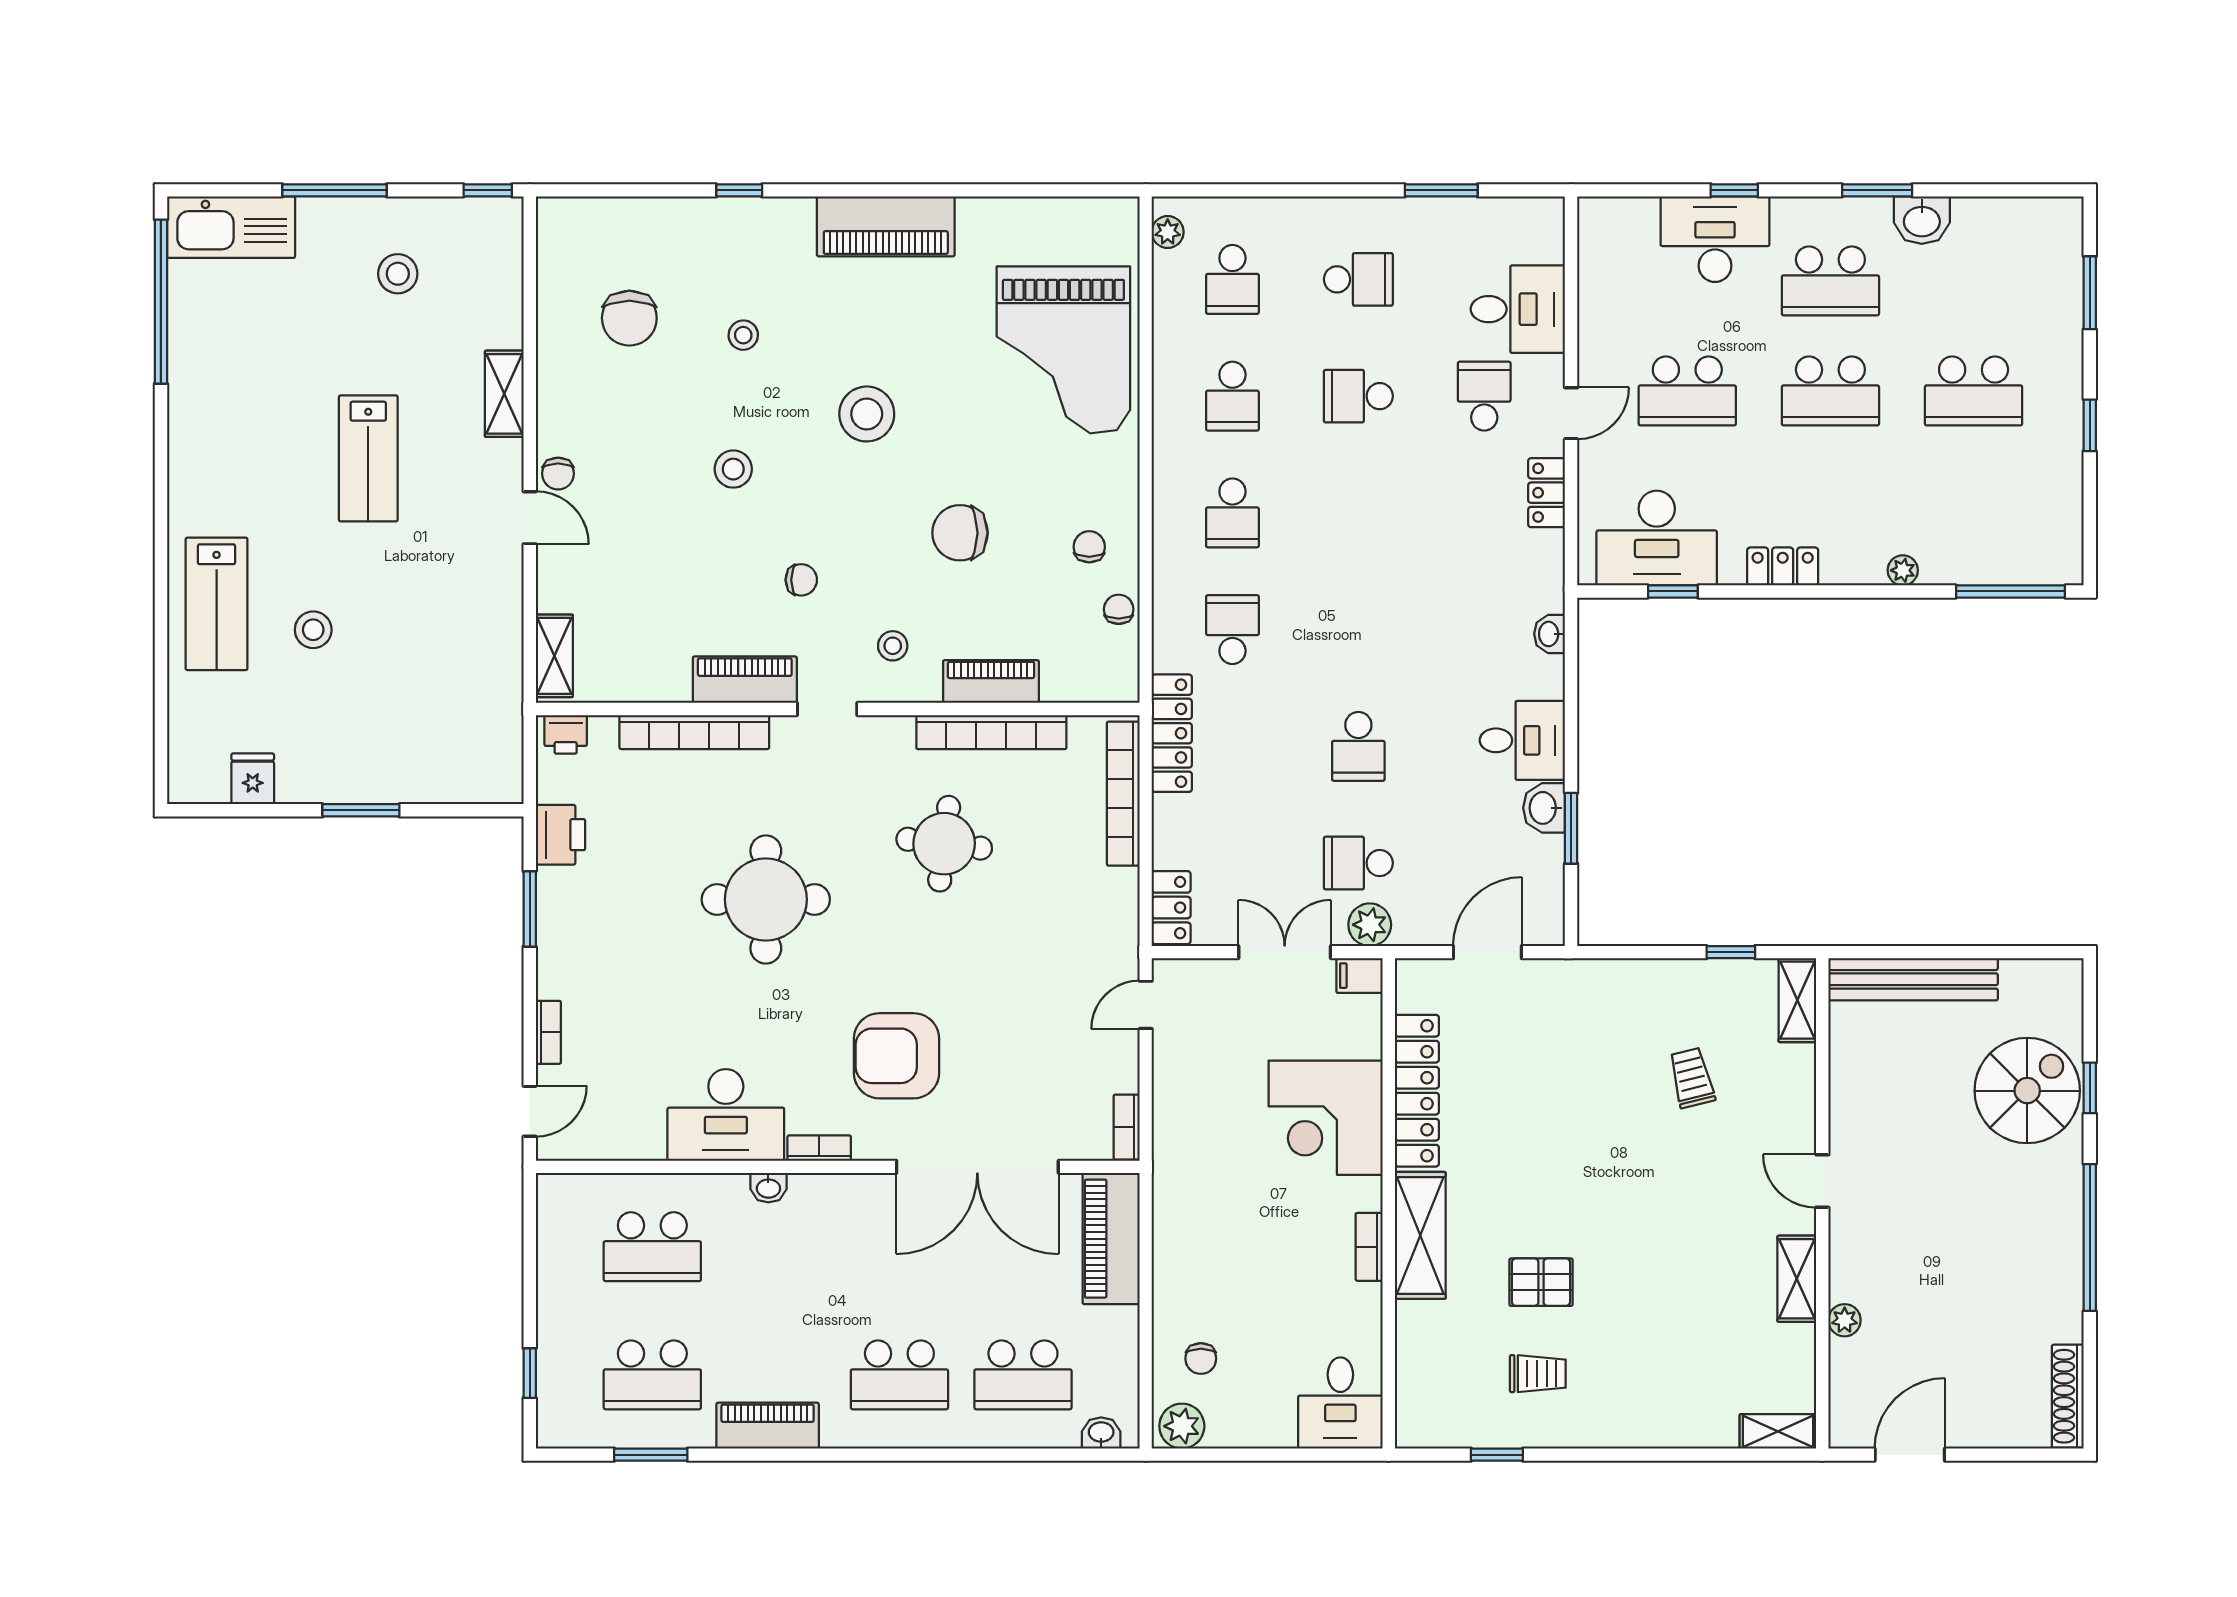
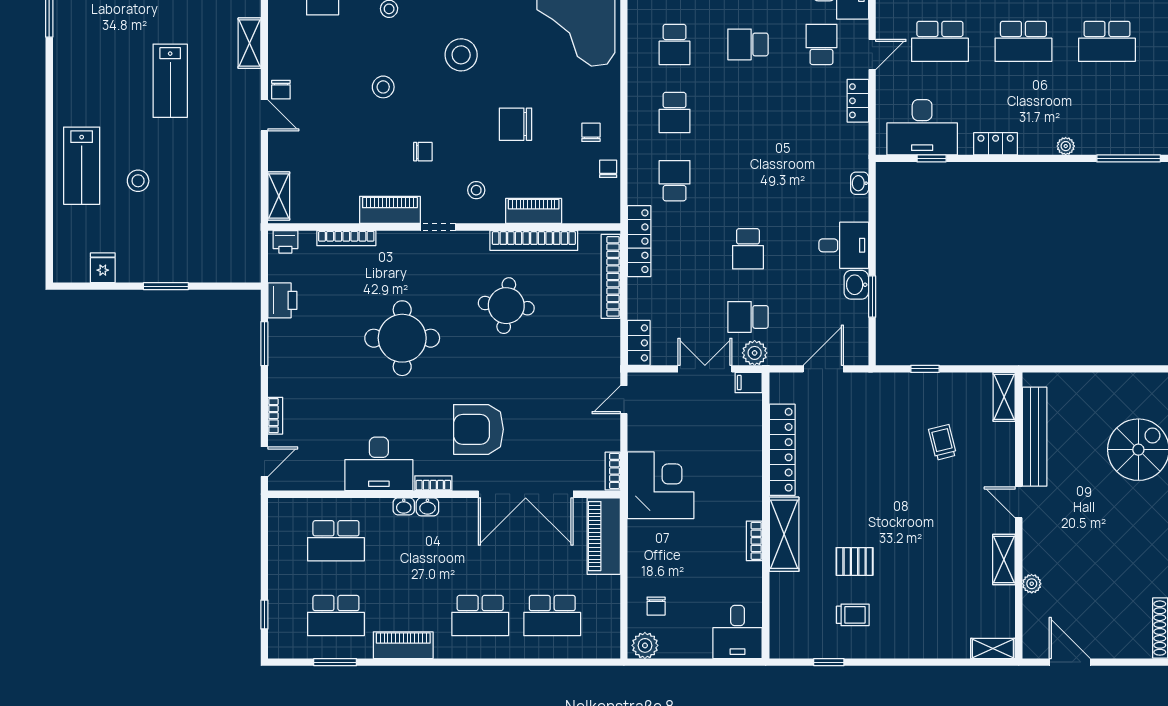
bookcase: (694, 732) -> (346, 238), width x0.68, depth x0.76
window: (1731, 952) -> (925, 369), moved
bench: (1913, 979) -> (1035, 437), moved, turned 90
corner desk: (1326, 1118) -> (661, 485), moved, turned 180
washbasin: (1101, 1433) -> (427, 507), moved, turned 180
door: (1910, 1455) -> (1070, 662), hinge flipped

